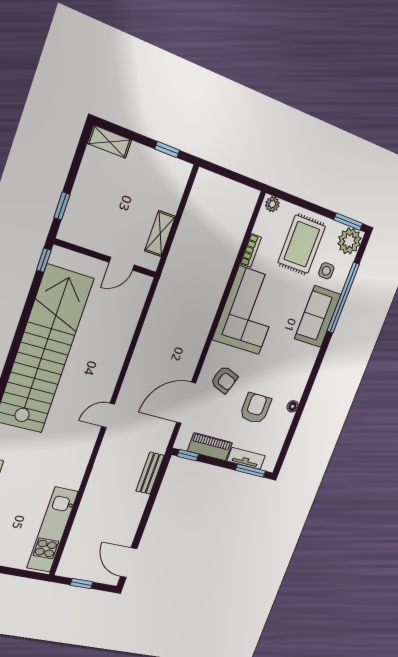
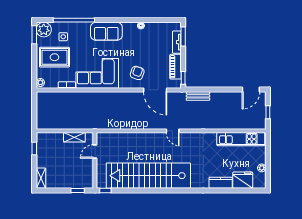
door: (122, 264) -> (95, 151), swing flipped
sofa: (318, 317) -> (106, 31), moved
armchair: (256, 408) -> (148, 48), removed

